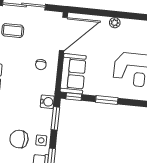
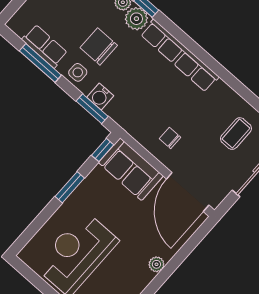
water cooler: (47, 102) -> (100, 97), moved
chair: (19, 139) -> (99, 46), turned -90

